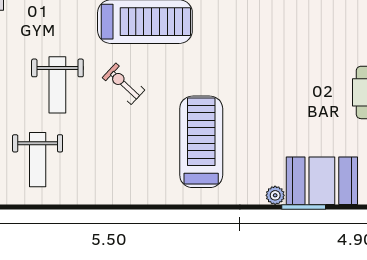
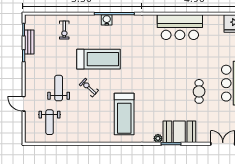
weight bench: (57, 85) -> (59, 88), turned 180
treadmill: (201, 142) -> (124, 114), turned 180

